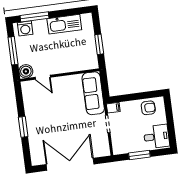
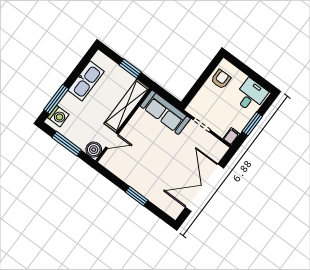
shelving: (74, 65) -> (127, 106), added
filing cabinet: (113, 108) -> (231, 136), moved

